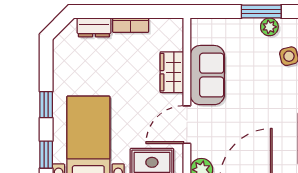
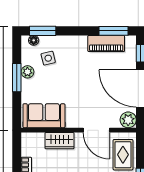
sofa: (207, 75) -> (44, 116), moved

